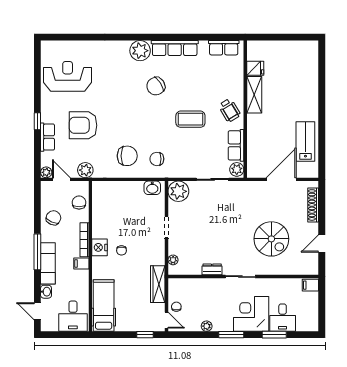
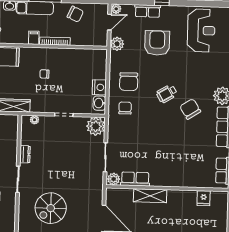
shelving: (254, 95) -> (150, 196), moved
wheelchair: (229, 110) -> (167, 94), moved
coffee table: (190, 119) -> (160, 139), removed
chair: (79, 202) -> (88, 37), removed
nightstand: (100, 247) -> (99, 87), moved, turned 90

